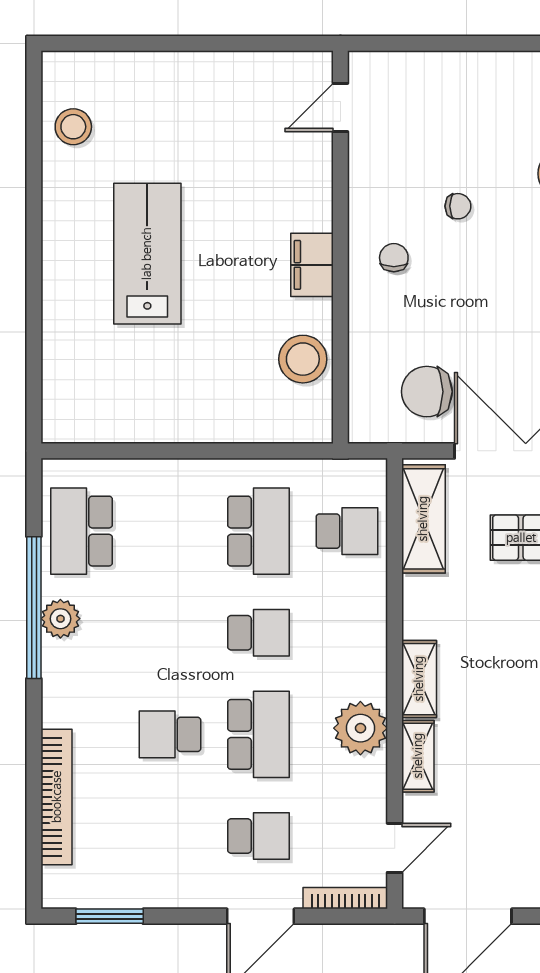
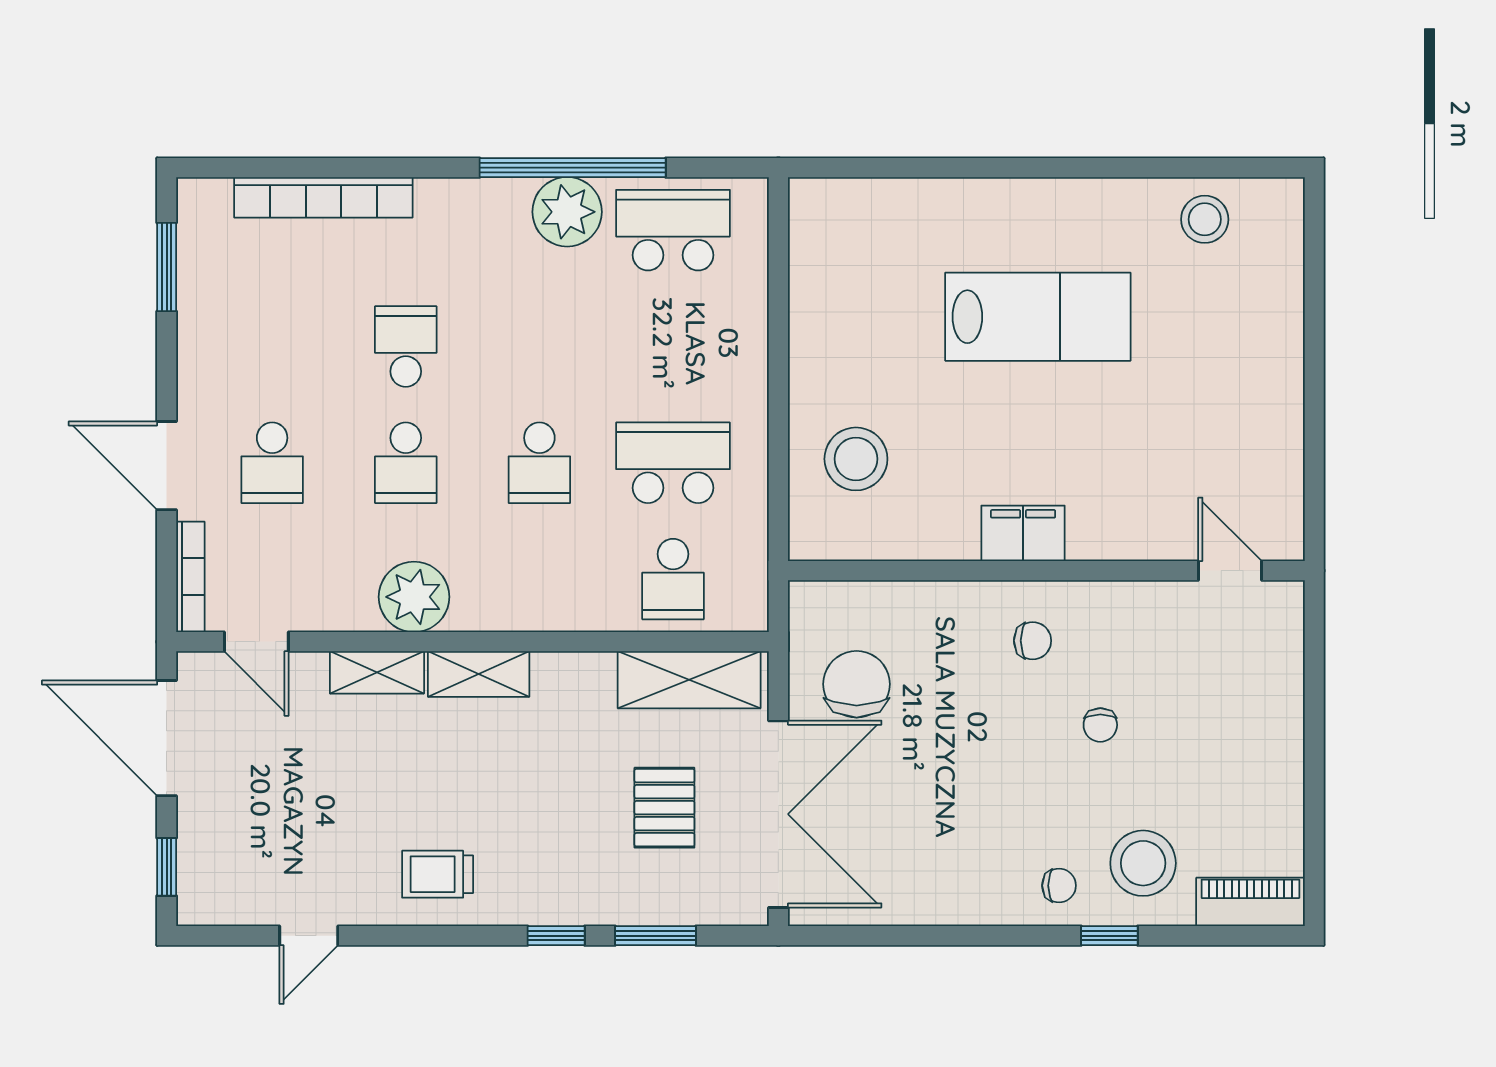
stool: (303, 359) -> (856, 459), moved
school desk: (258, 531) -> (673, 463), turned 180
plant: (60, 619) -> (567, 212), width x1.36, depth x1.36
school desk: (258, 734) -> (406, 463), width x0.54

